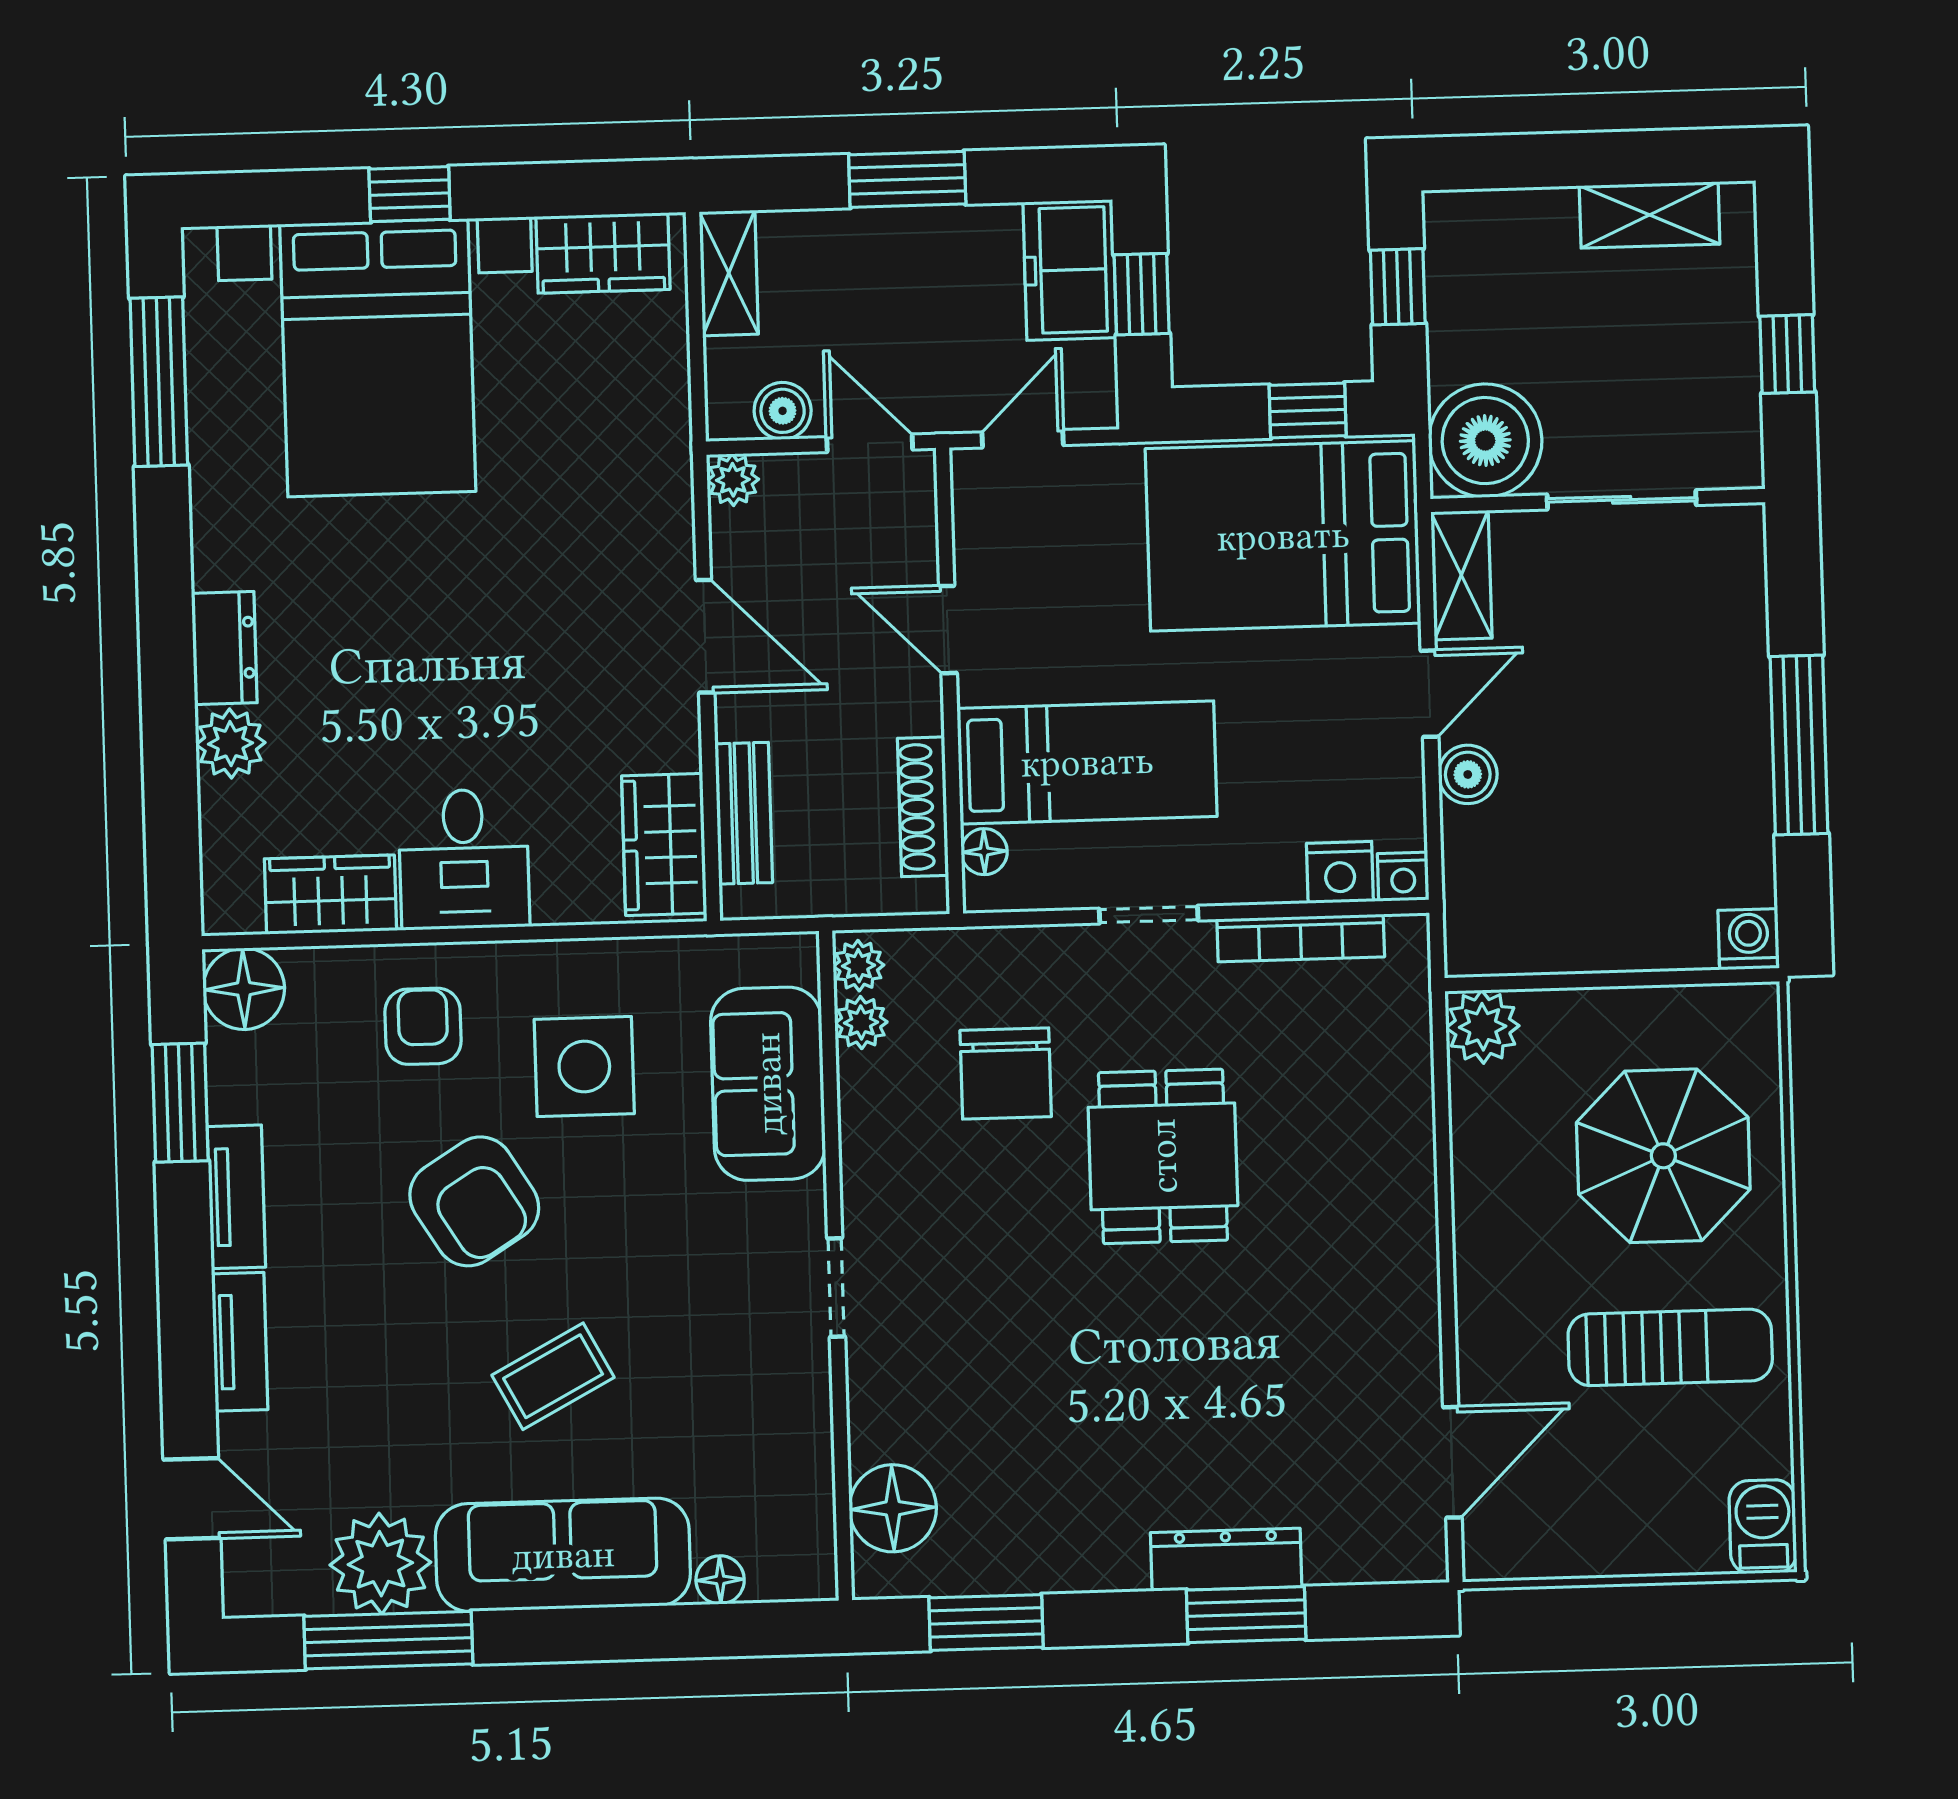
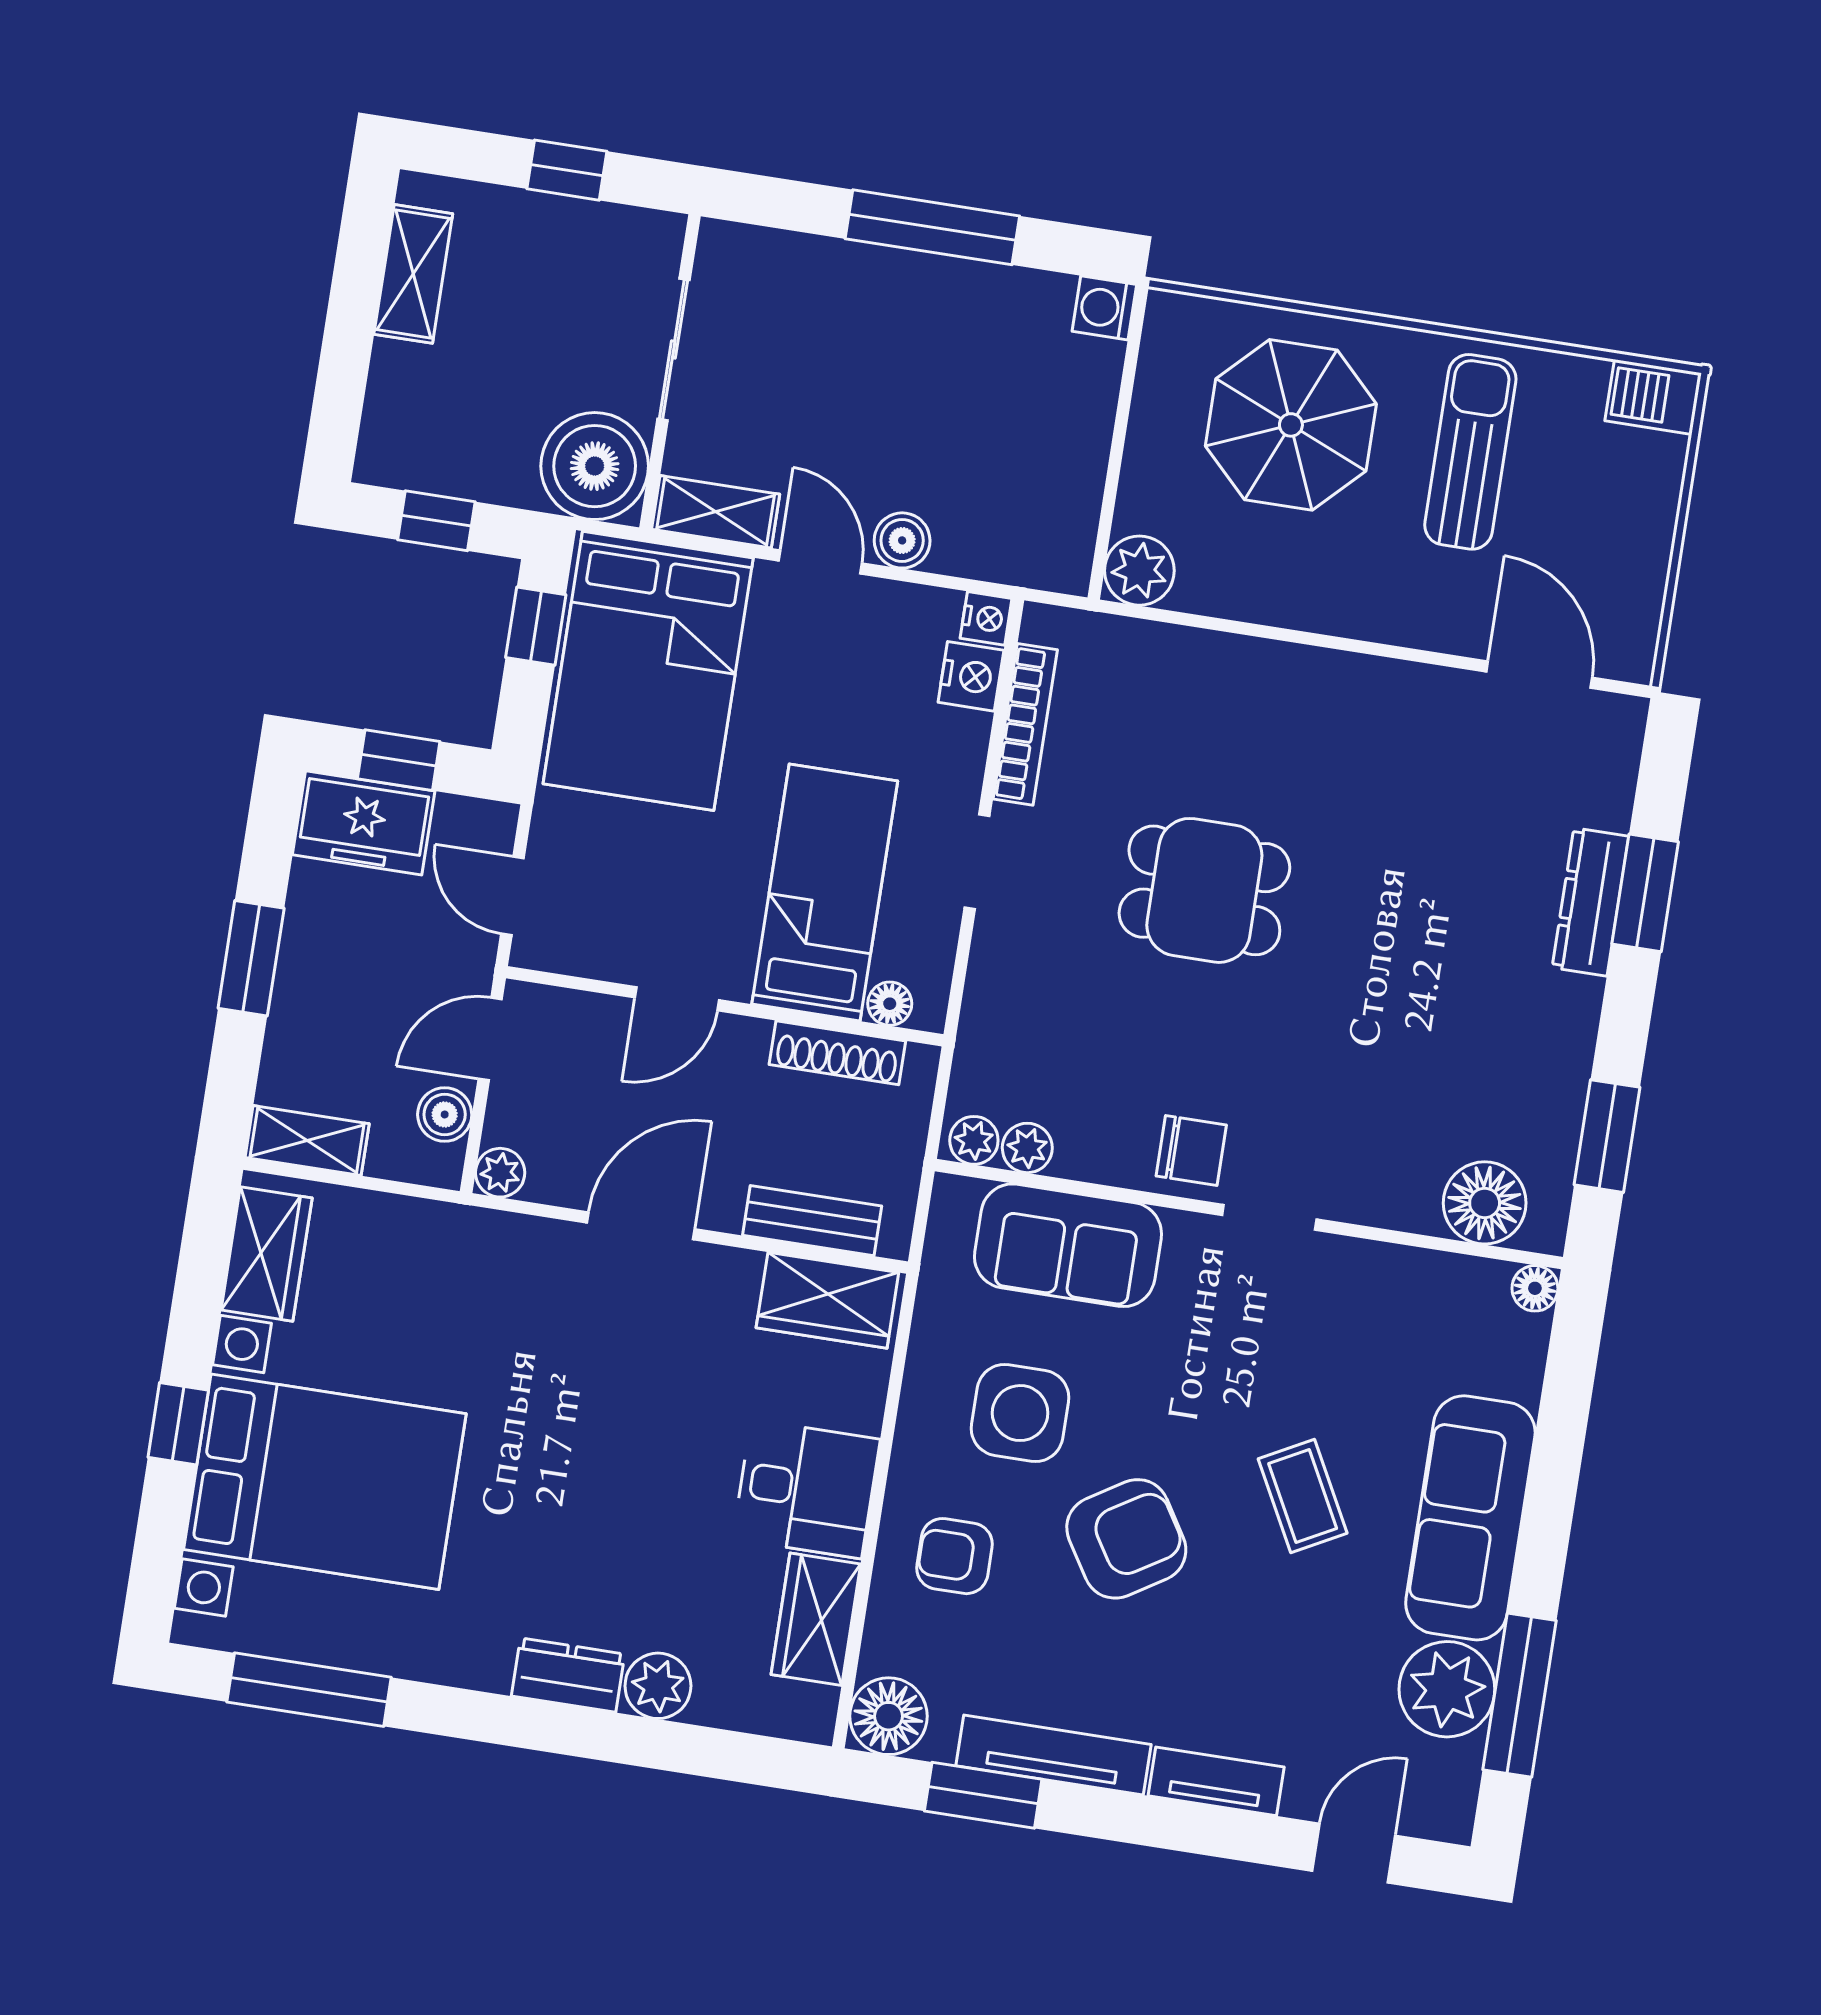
chair: (1006, 1074) -> (1191, 1150), moved, width x0.73, depth x0.73
tv unit: (236, 1197) -> (1053, 1755), width x1.41
floor lamp: (720, 1580) -> (1535, 1288), moved

